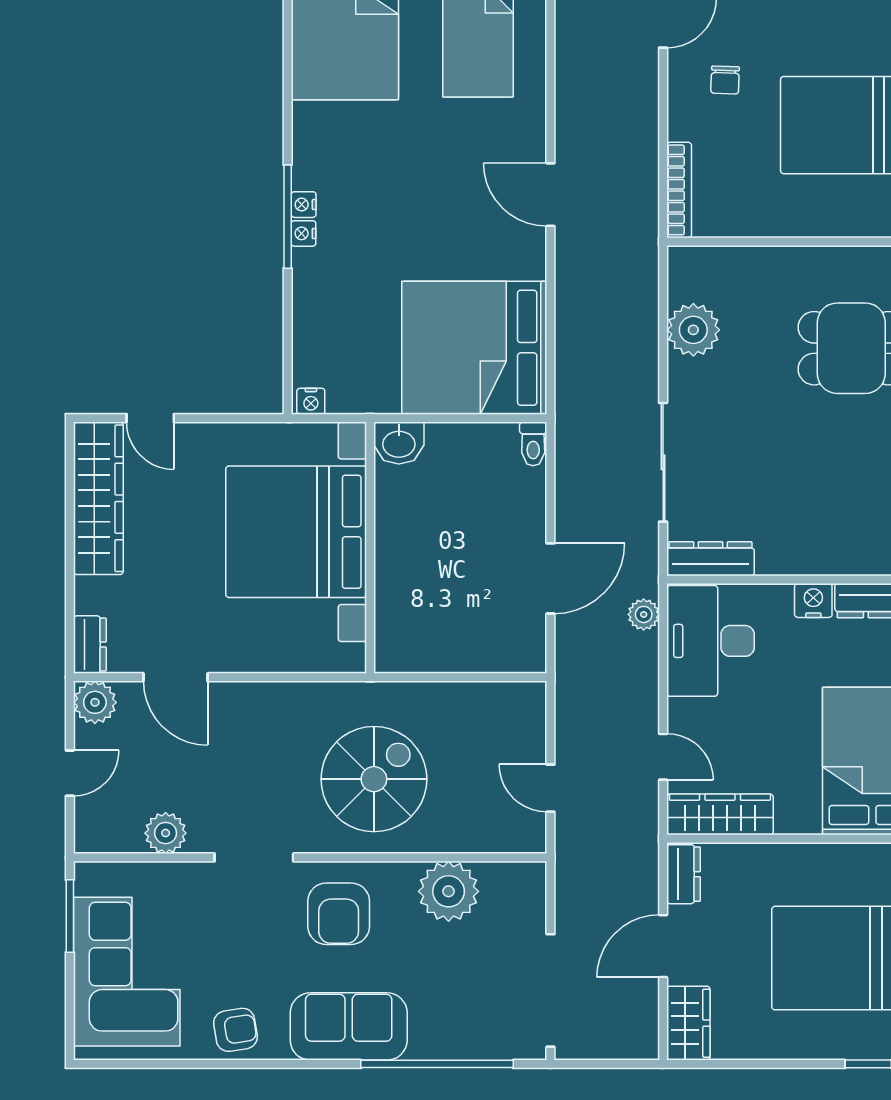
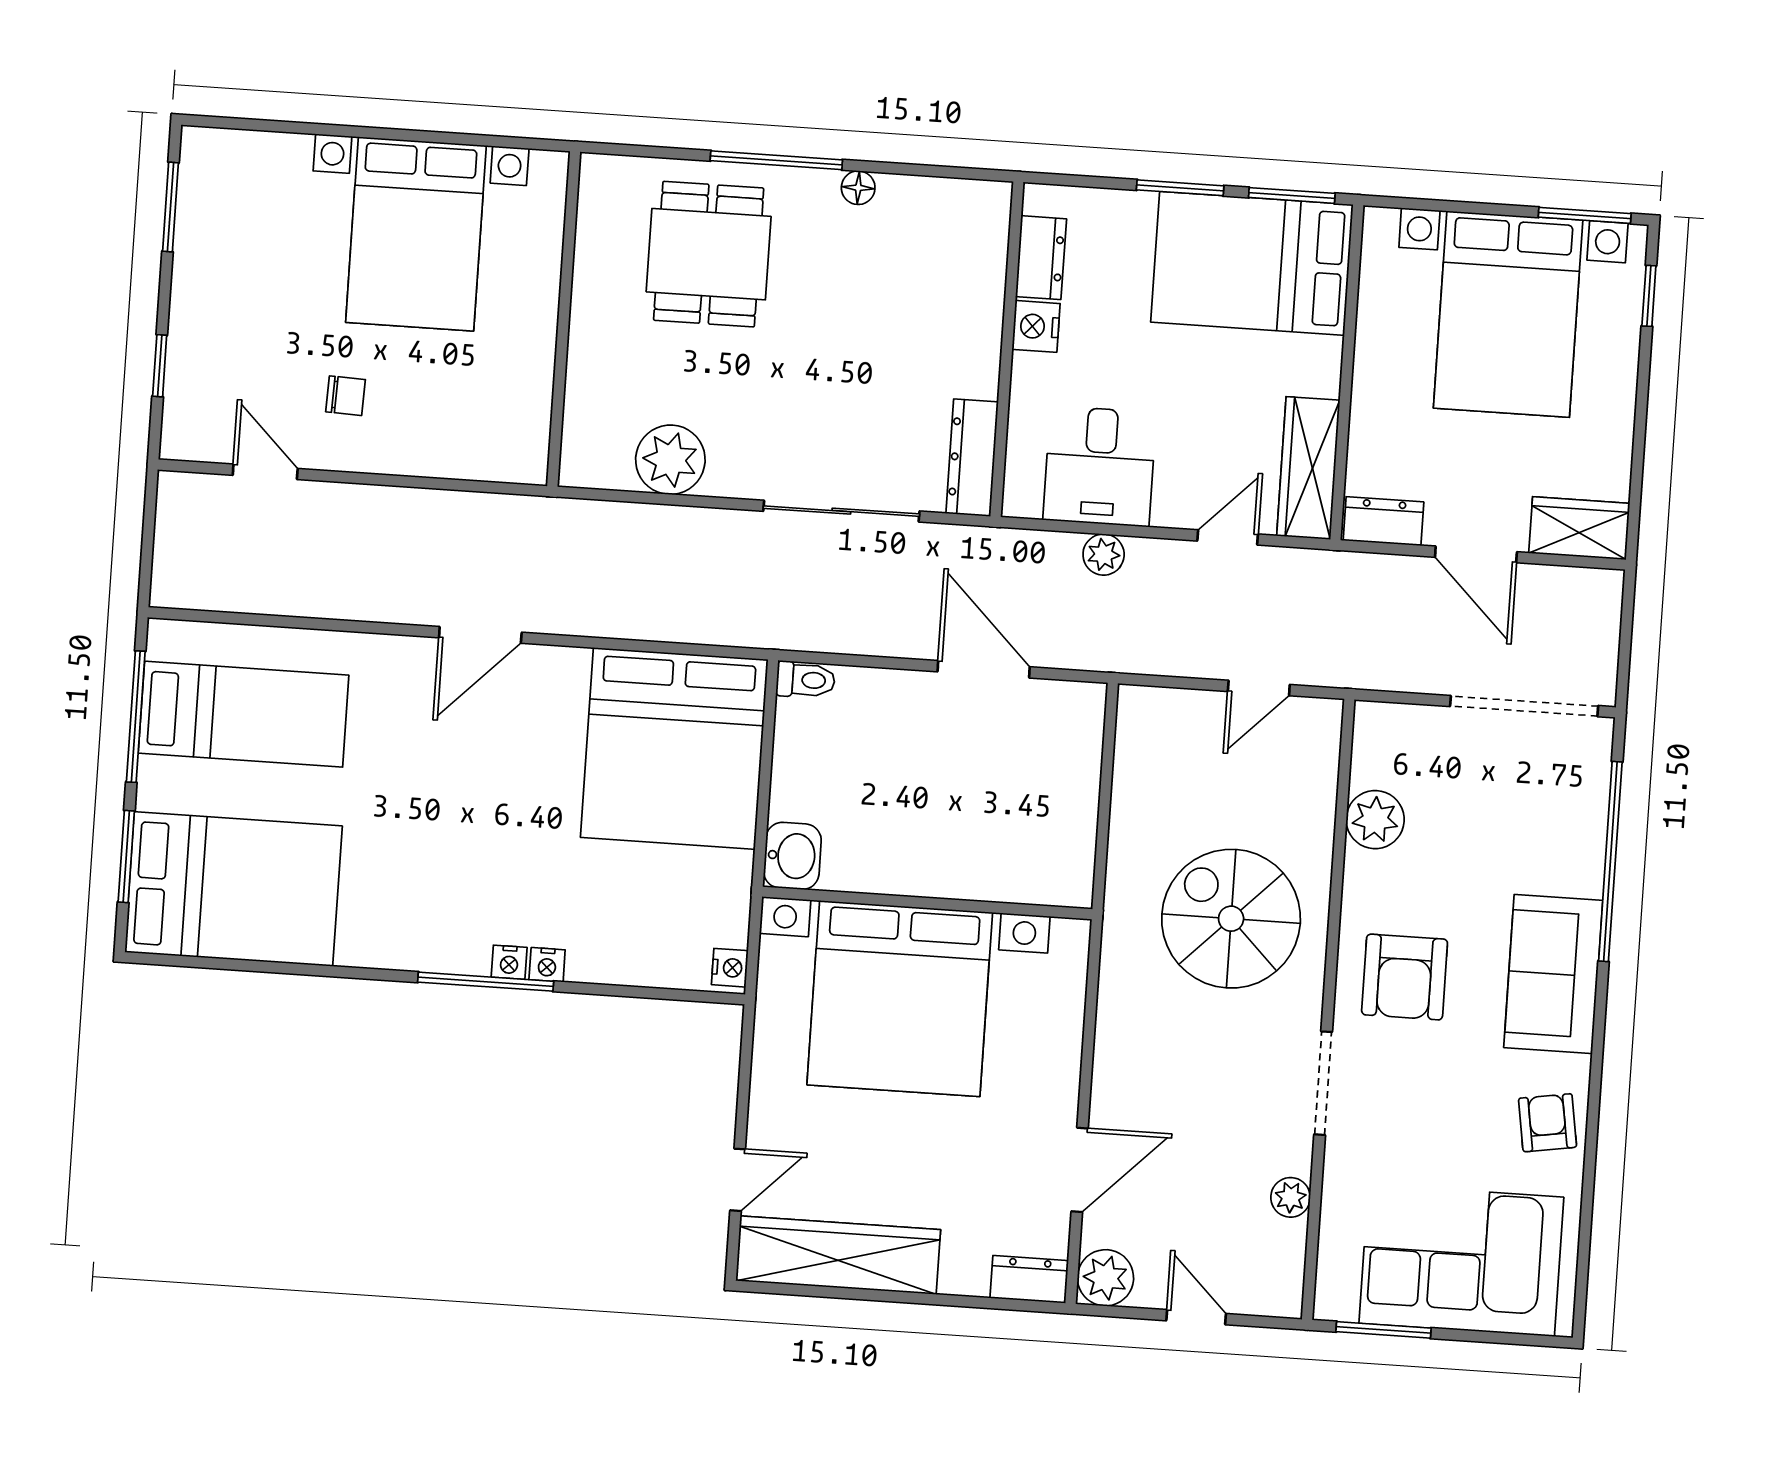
bookcase: (679, 190) -> (486, 466), removed
nightstand: (304, 205) -> (547, 965), moved
plant: (644, 614) -> (1104, 555), moved
desk: (711, 641) -> (1100, 466), width x0.73
plant: (166, 833) -> (1291, 1197), width x0.73, depth x0.73
plant: (449, 891) -> (1375, 820), width x0.73, depth x0.73
armchair: (339, 914) -> (1405, 977), turned 90

